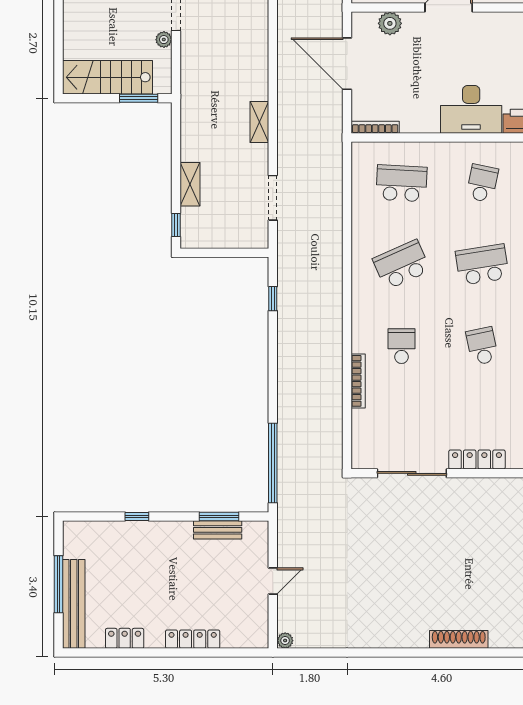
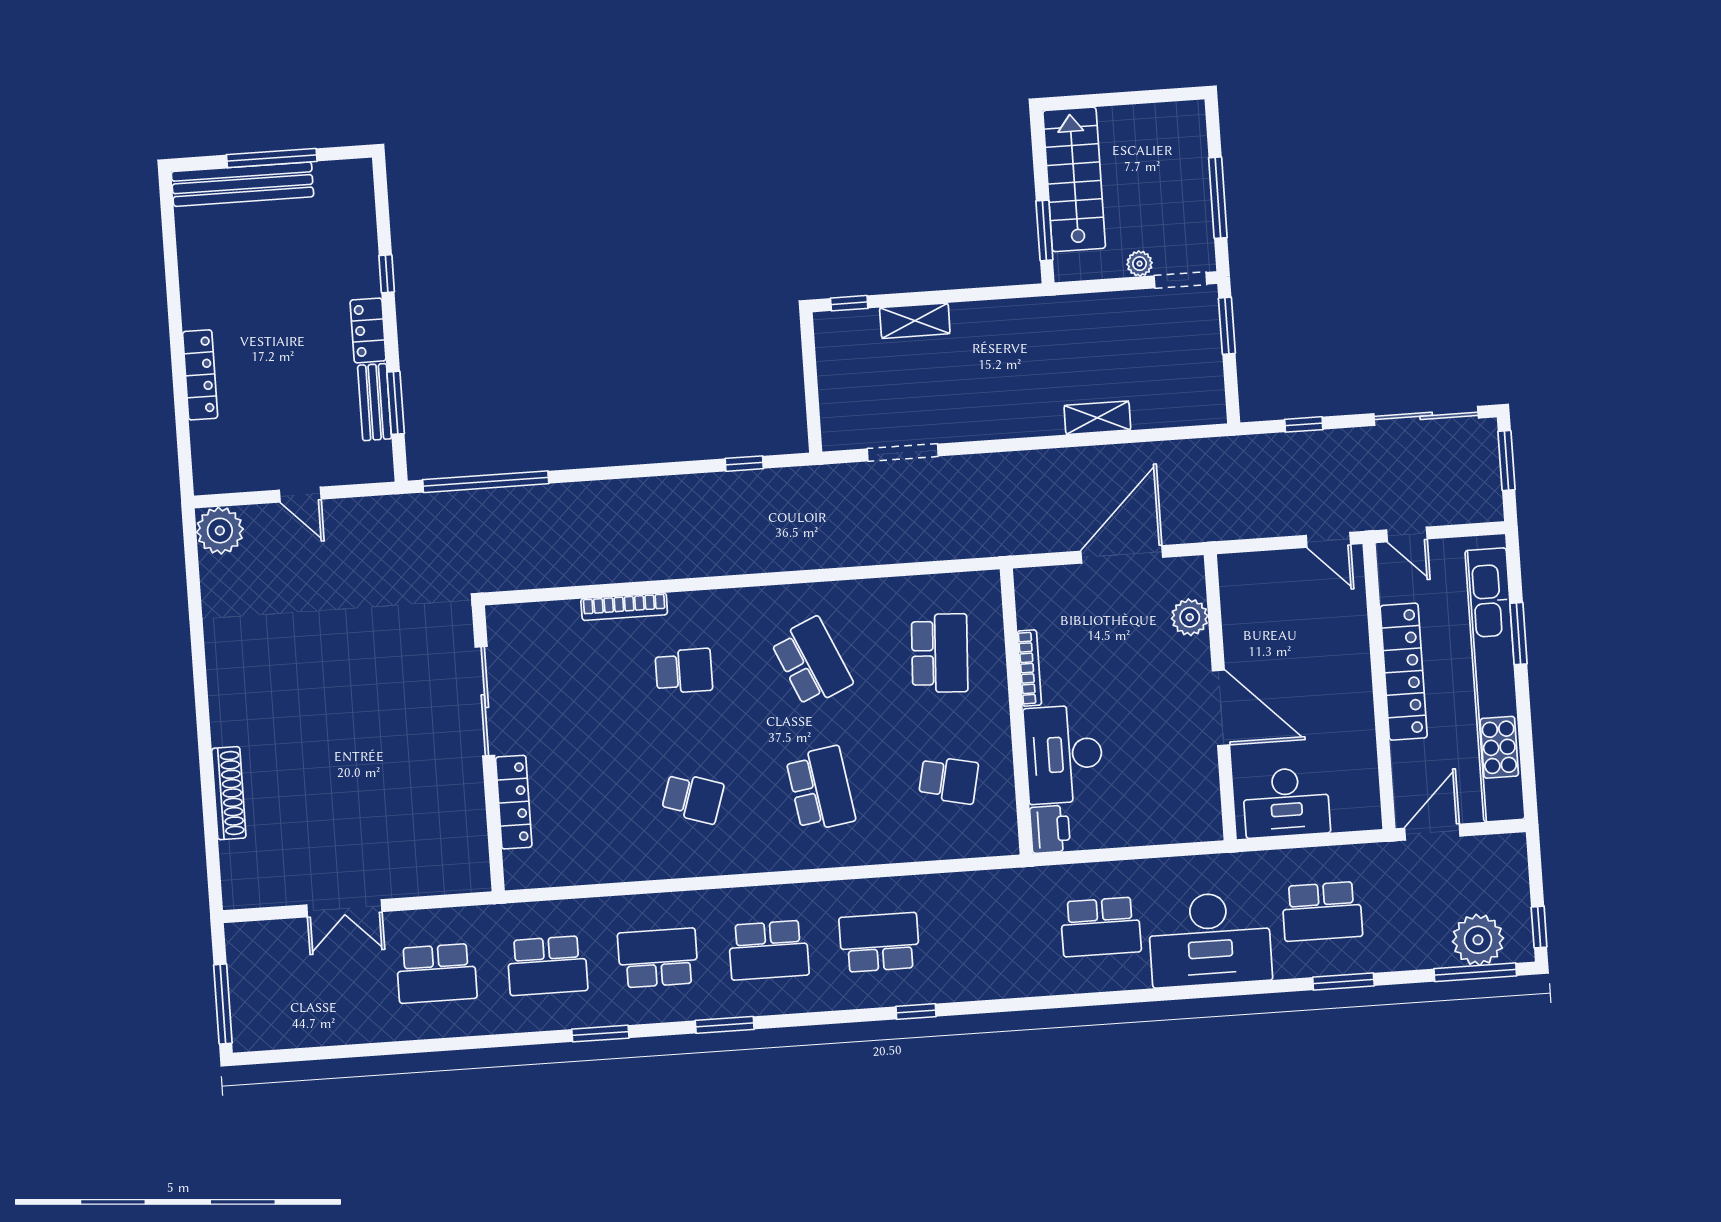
shelving: (259, 122) -> (1097, 418), moved
bookcase: (375, 127) -> (1029, 668), moved
school desk: (482, 346) -> (693, 798), turned 30
locker: (125, 638) -> (368, 330), moved, turned 180
plant: (285, 641) -> (220, 531), width x1.88, depth x1.88

